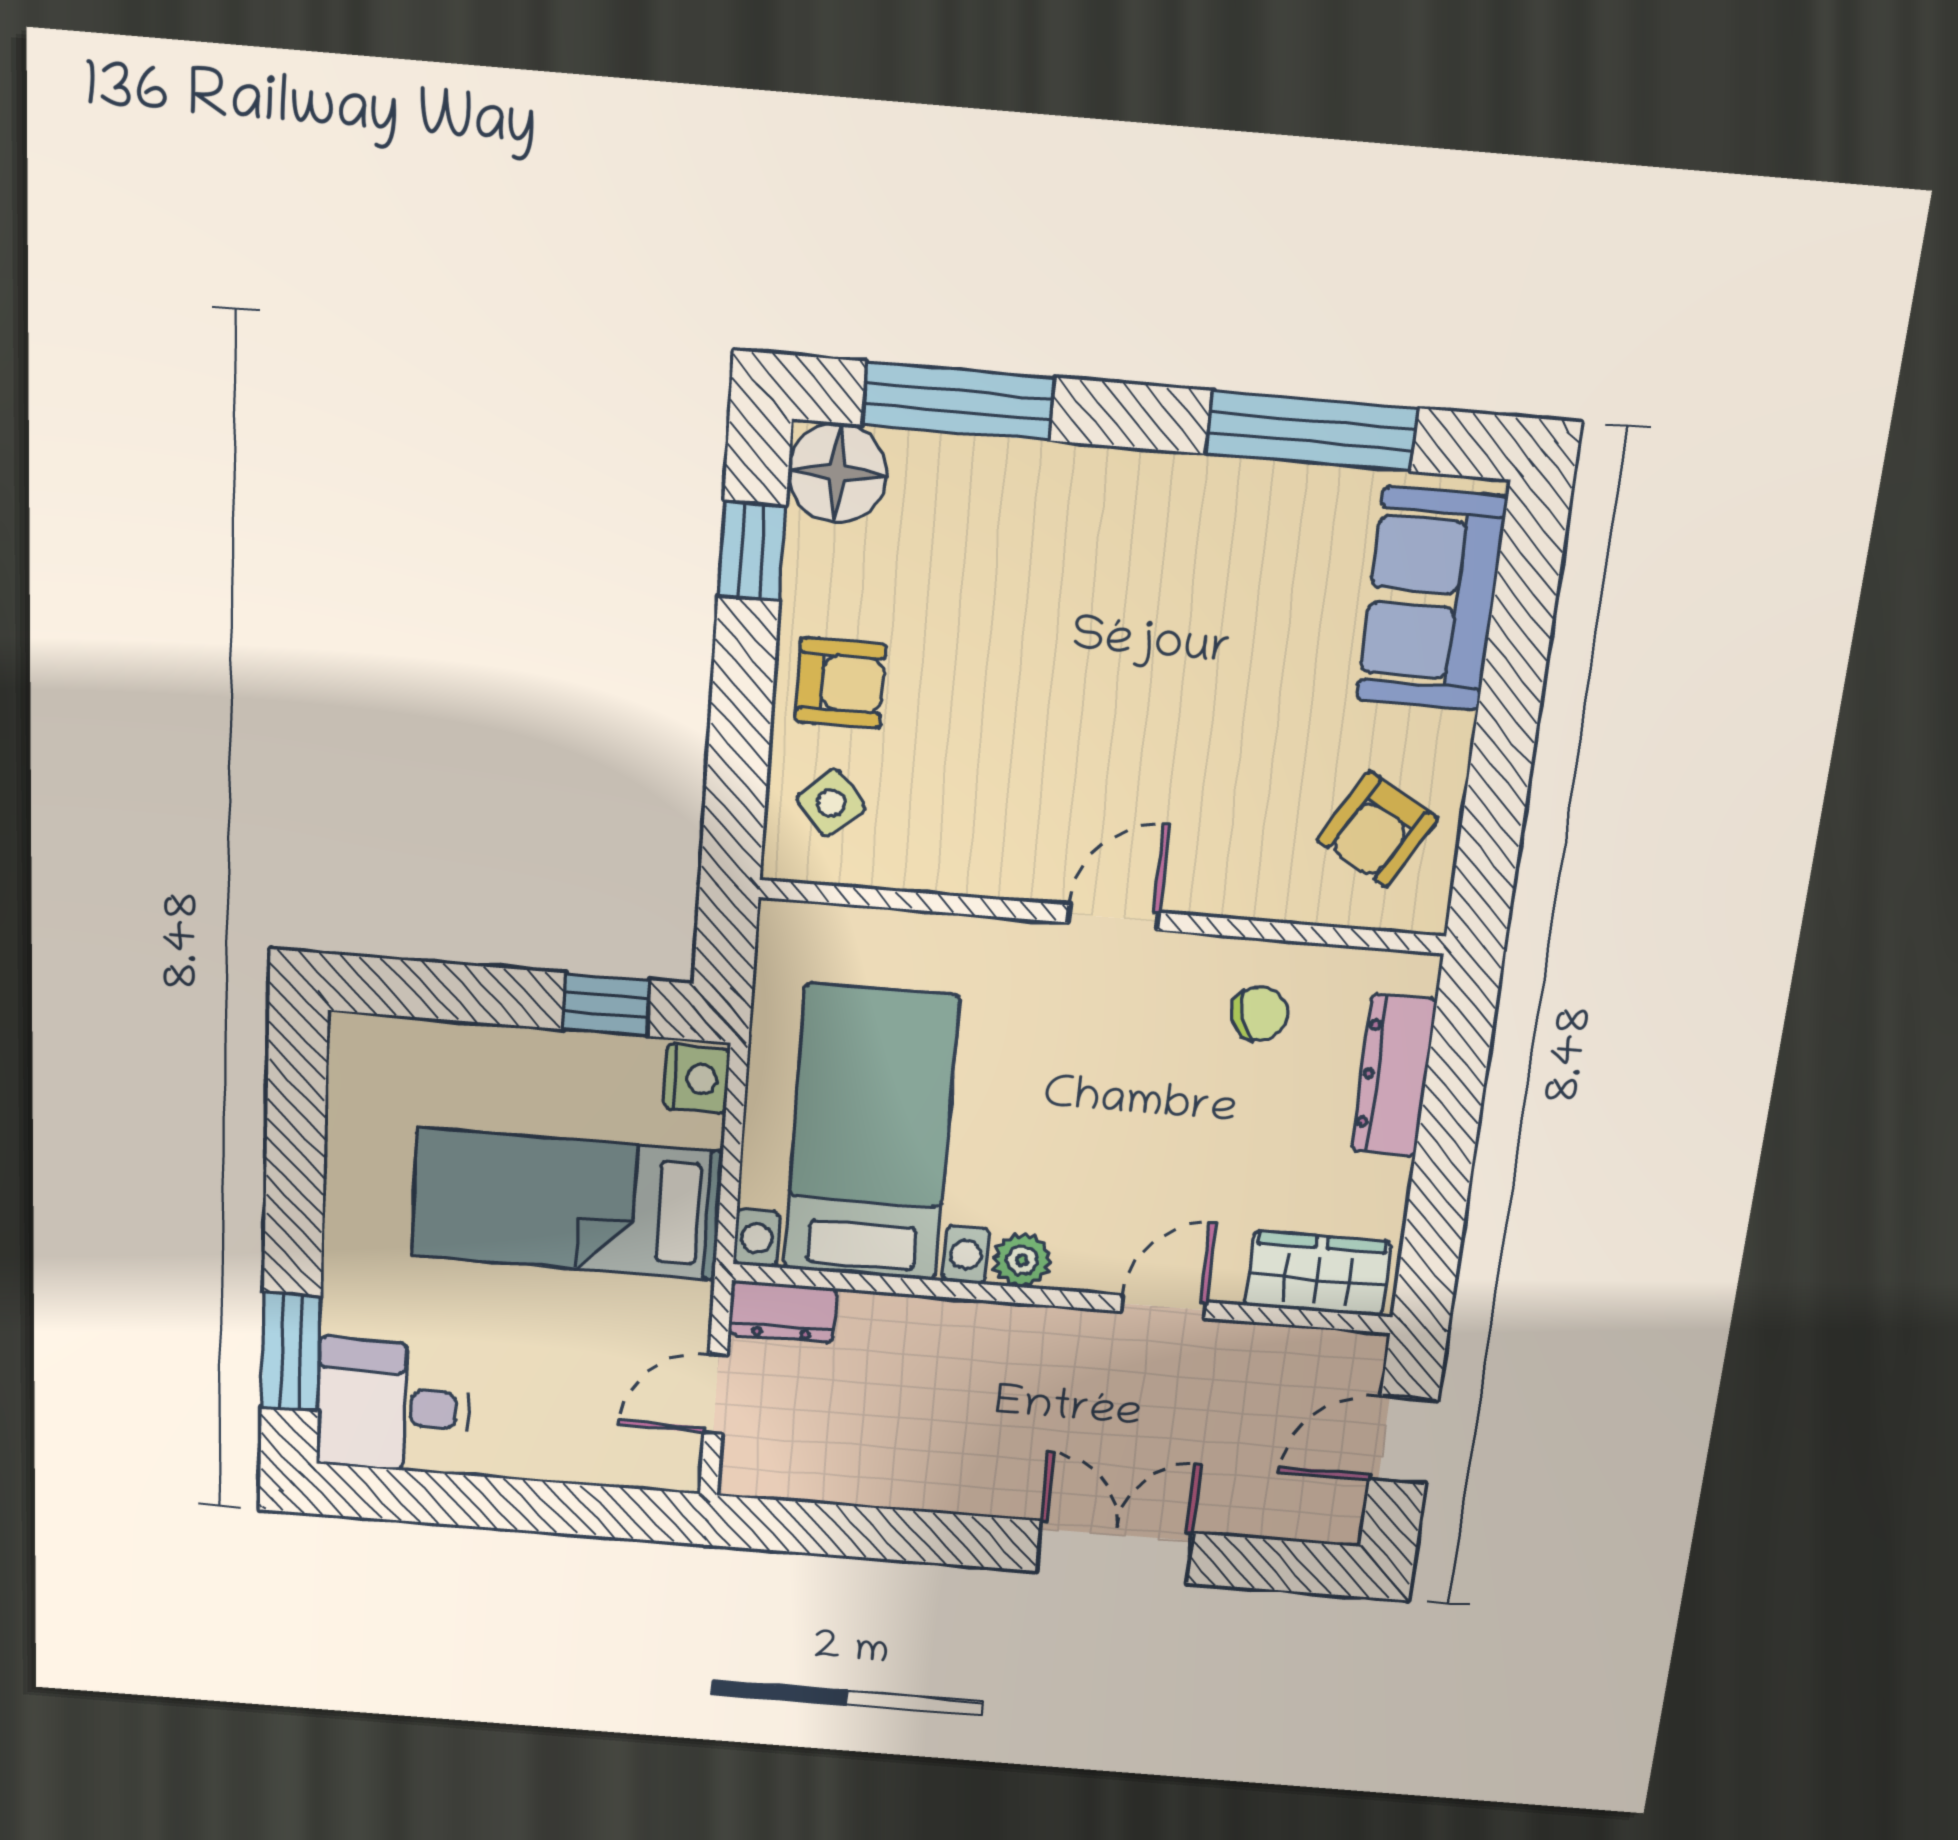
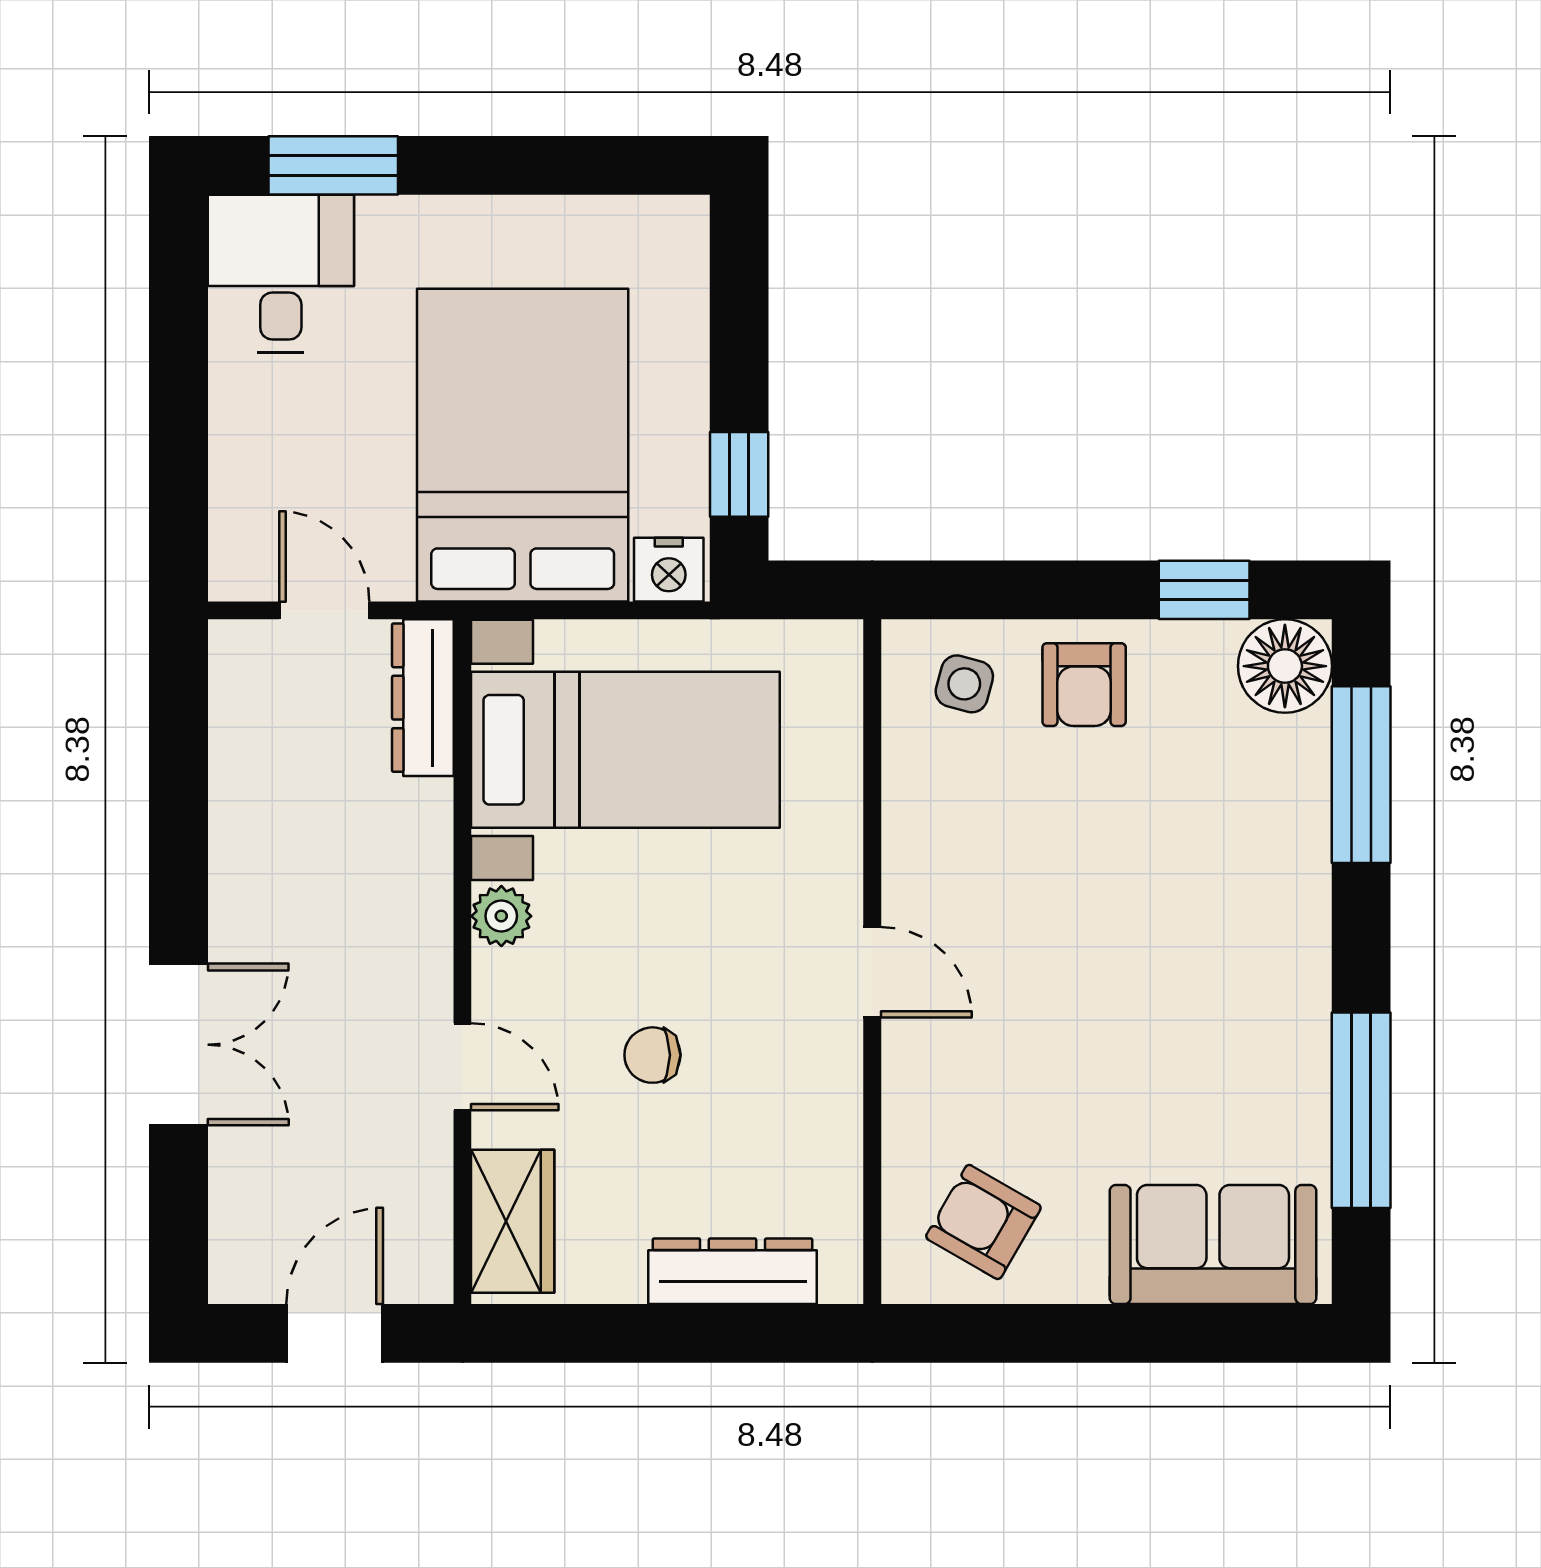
side table: (831, 803) -> (964, 684), turned -35
chair: (1259, 1014) -> (652, 1055), moved, turned 107
bed: (567, 1204) -> (523, 445), width x1.50
dresser: (782, 1312) -> (423, 698), width x1.44
door: (1403, 1440) -> (335, 1333), hinge flipped

